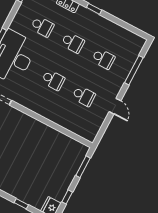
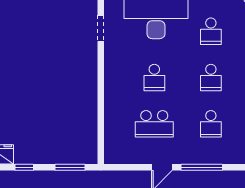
window: (134, 70) -> (202, 167), moved
school desk: (84, 96) -> (154, 124), width x1.85

